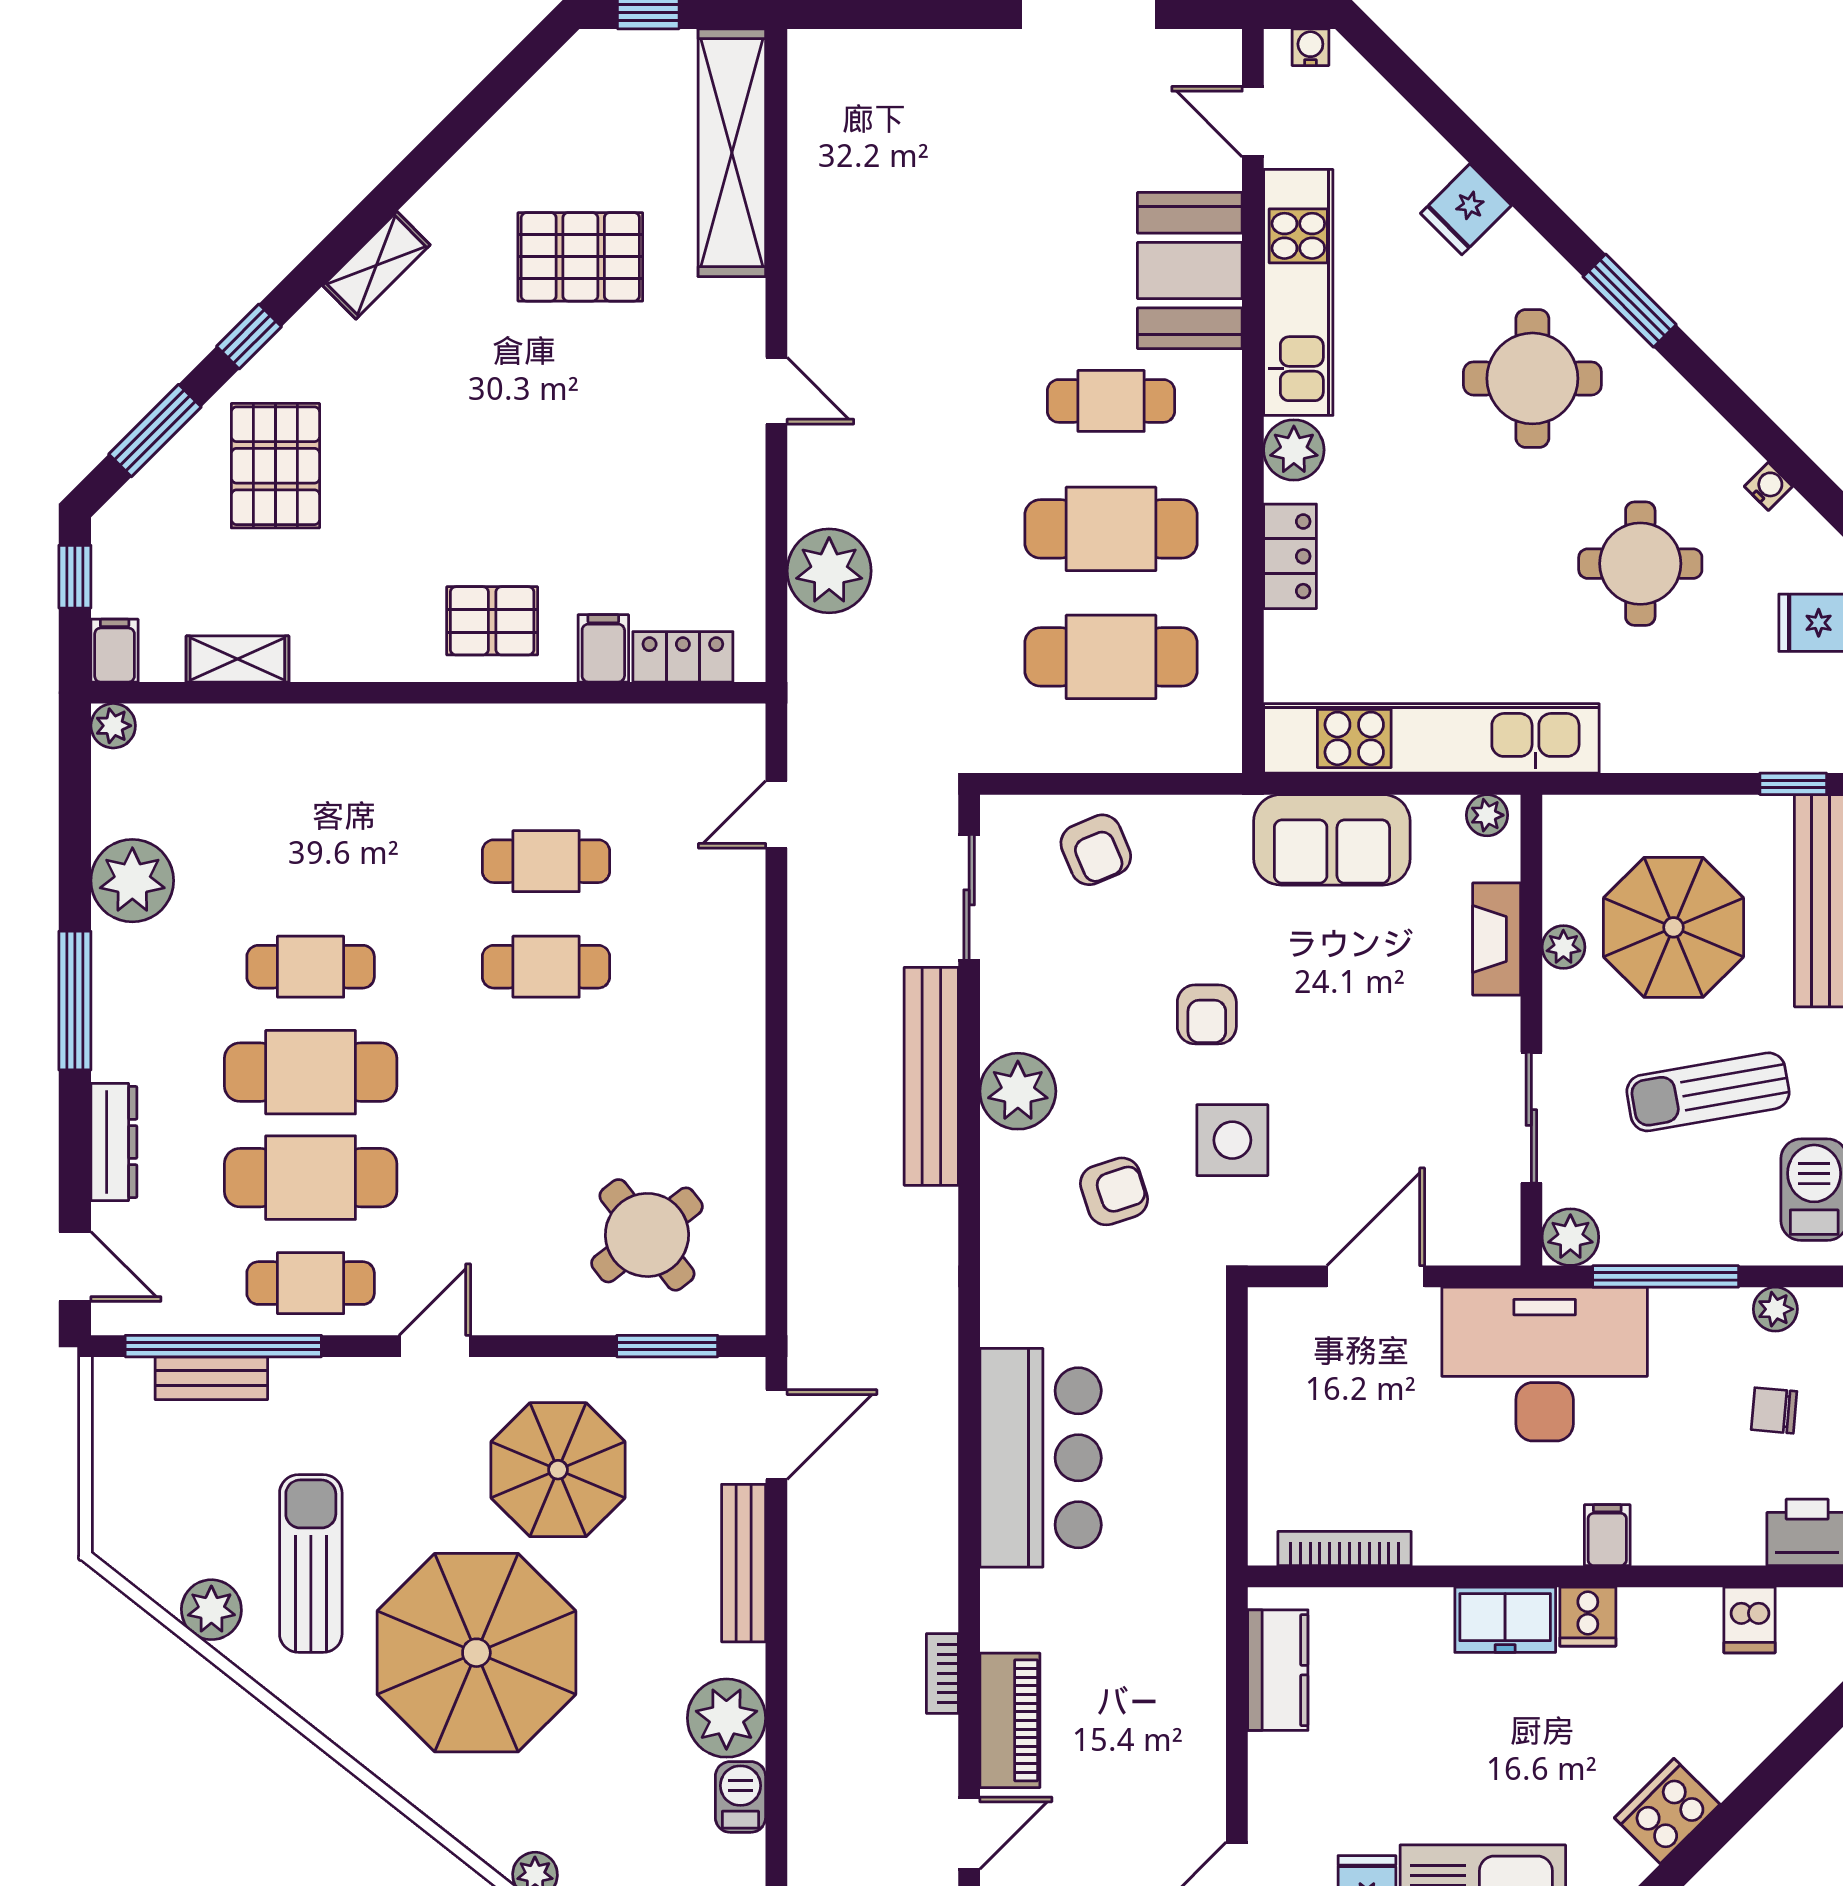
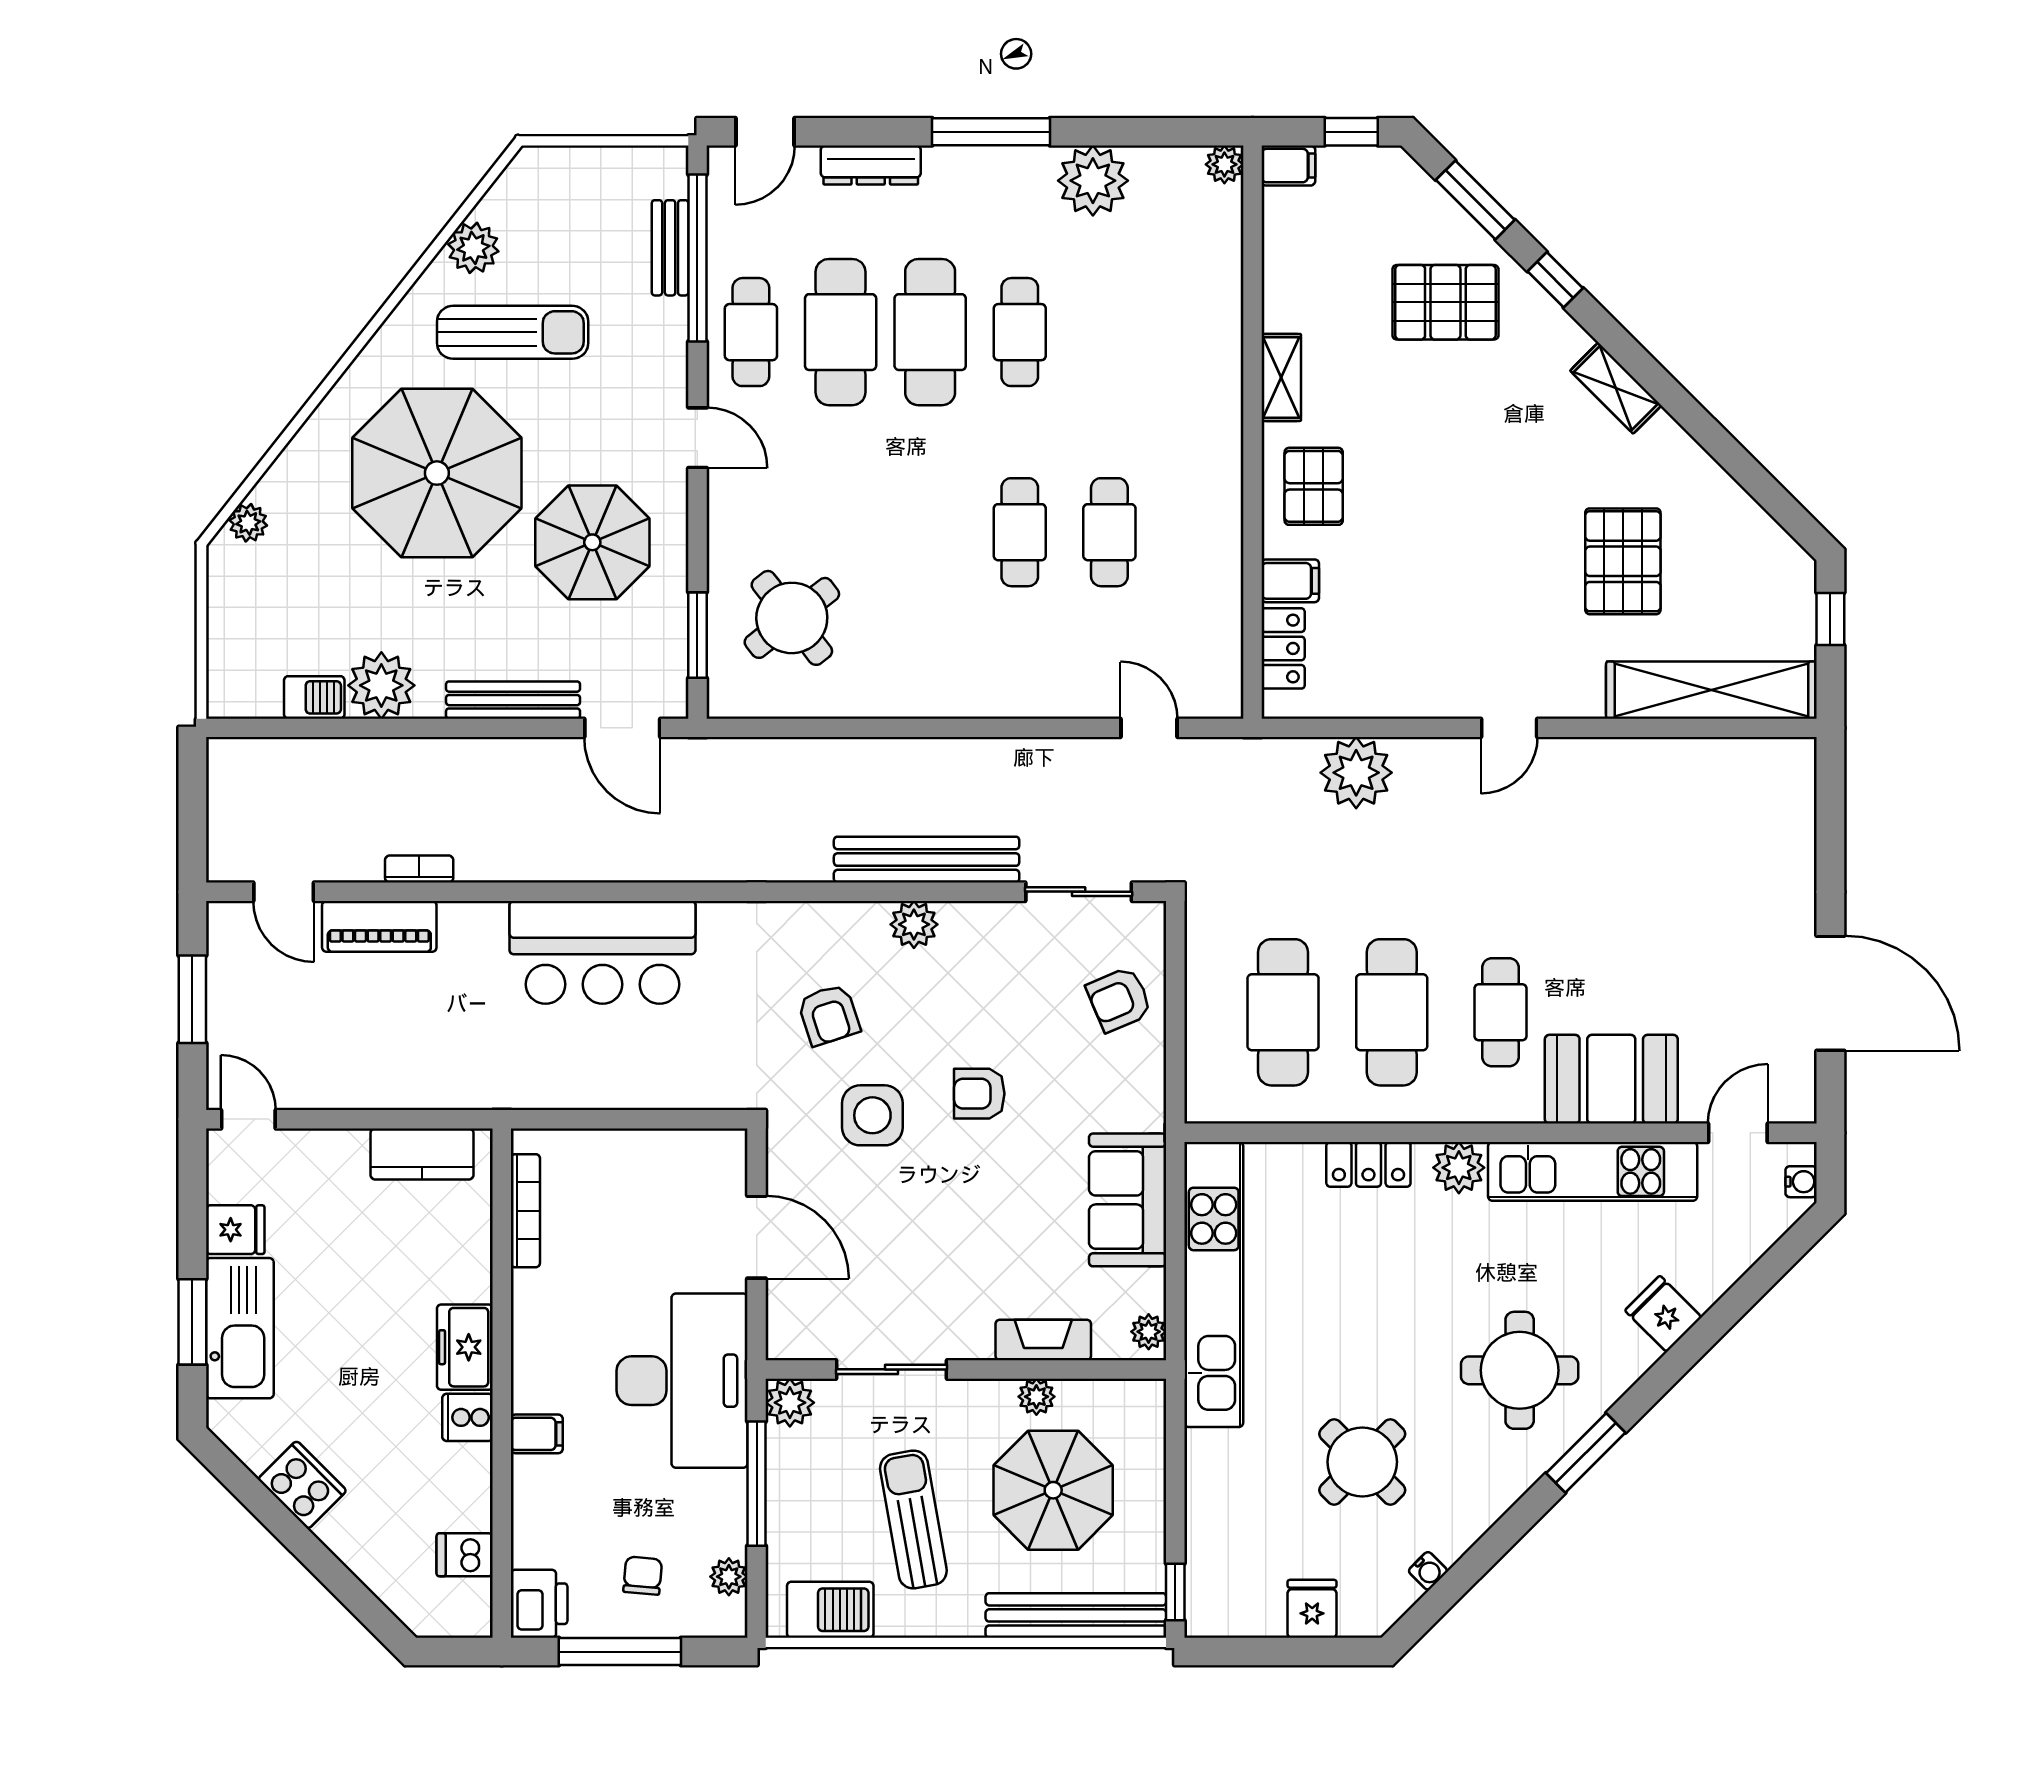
round table: (1640, 564) -> (1362, 1462), turned 45
shelving: (237, 659) -> (1281, 377), moved
plant: (1018, 1091) -> (914, 924), width x0.73, depth x0.73

